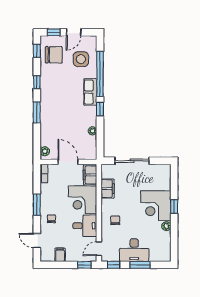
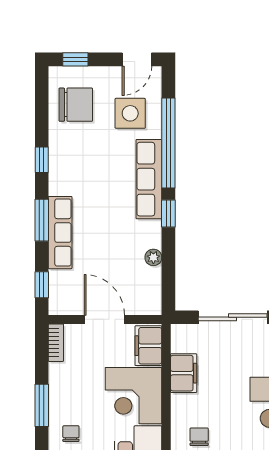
door: (74, 32) -> (137, 59), moved
window: (37, 51) -> (42, 285), moved
row of seats: (90, 92) -> (149, 179), width x1.48
row of seats: (46, 119) -> (60, 233), added
plant: (45, 151) -> (58, 298), removed

